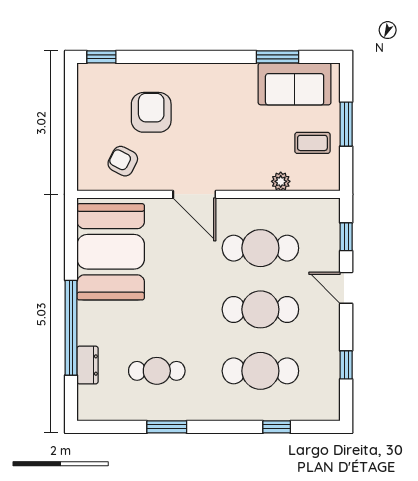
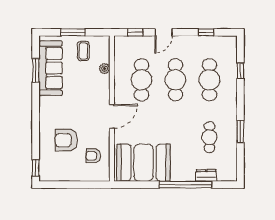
sofa: (295, 84) -> (51, 68), width x1.36
armchair: (123, 161) -> (93, 156), turned 63

